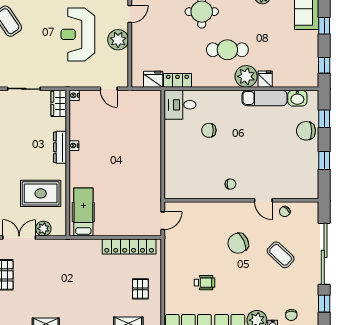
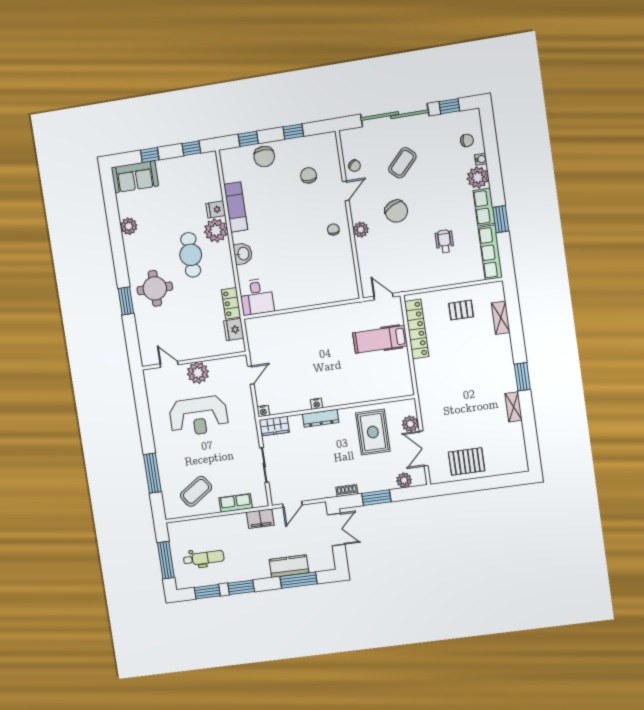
washbasin: (297, 98) -> (243, 254), moved
chair: (209, 130) -> (309, 175), moved, turned 180
plant: (226, 209) -> (361, 230), added
hospital bed: (83, 212) -> (380, 339), moved

